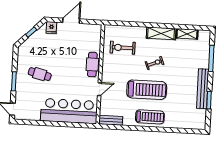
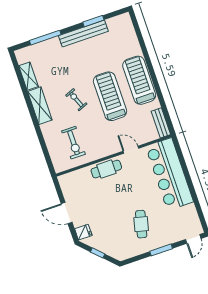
treadmill: (150, 117) -> (139, 80), width x1.37, depth x1.38

